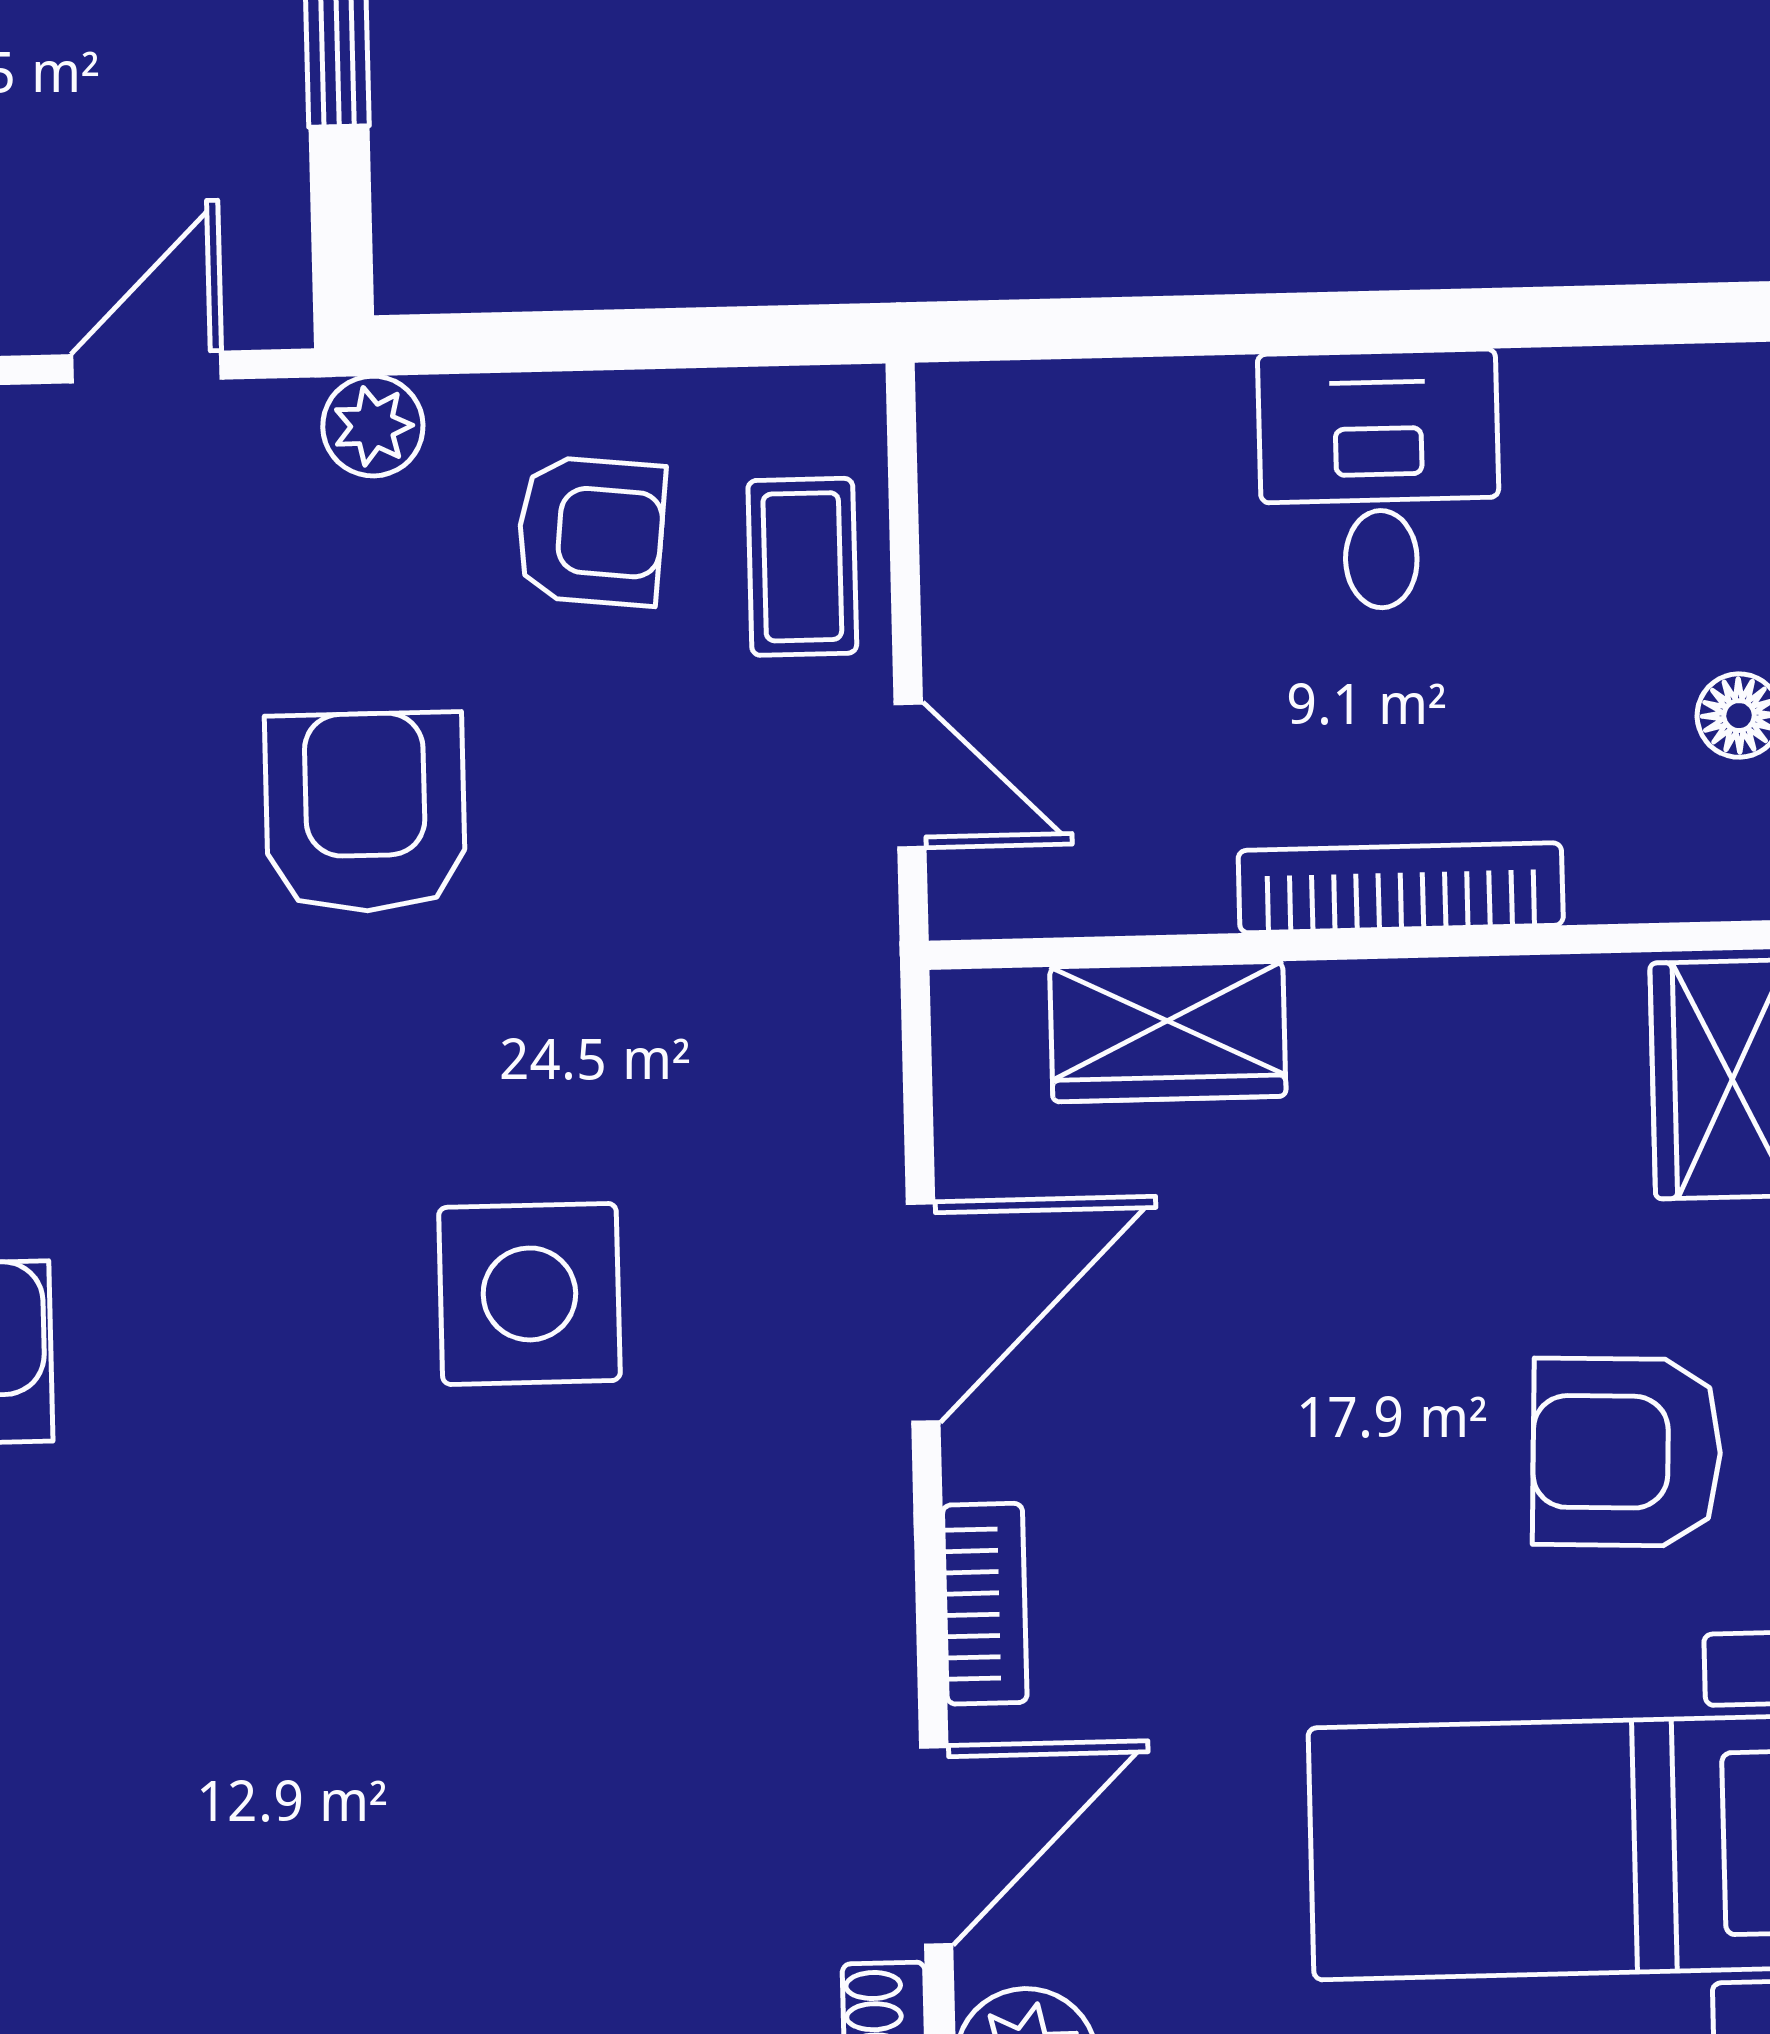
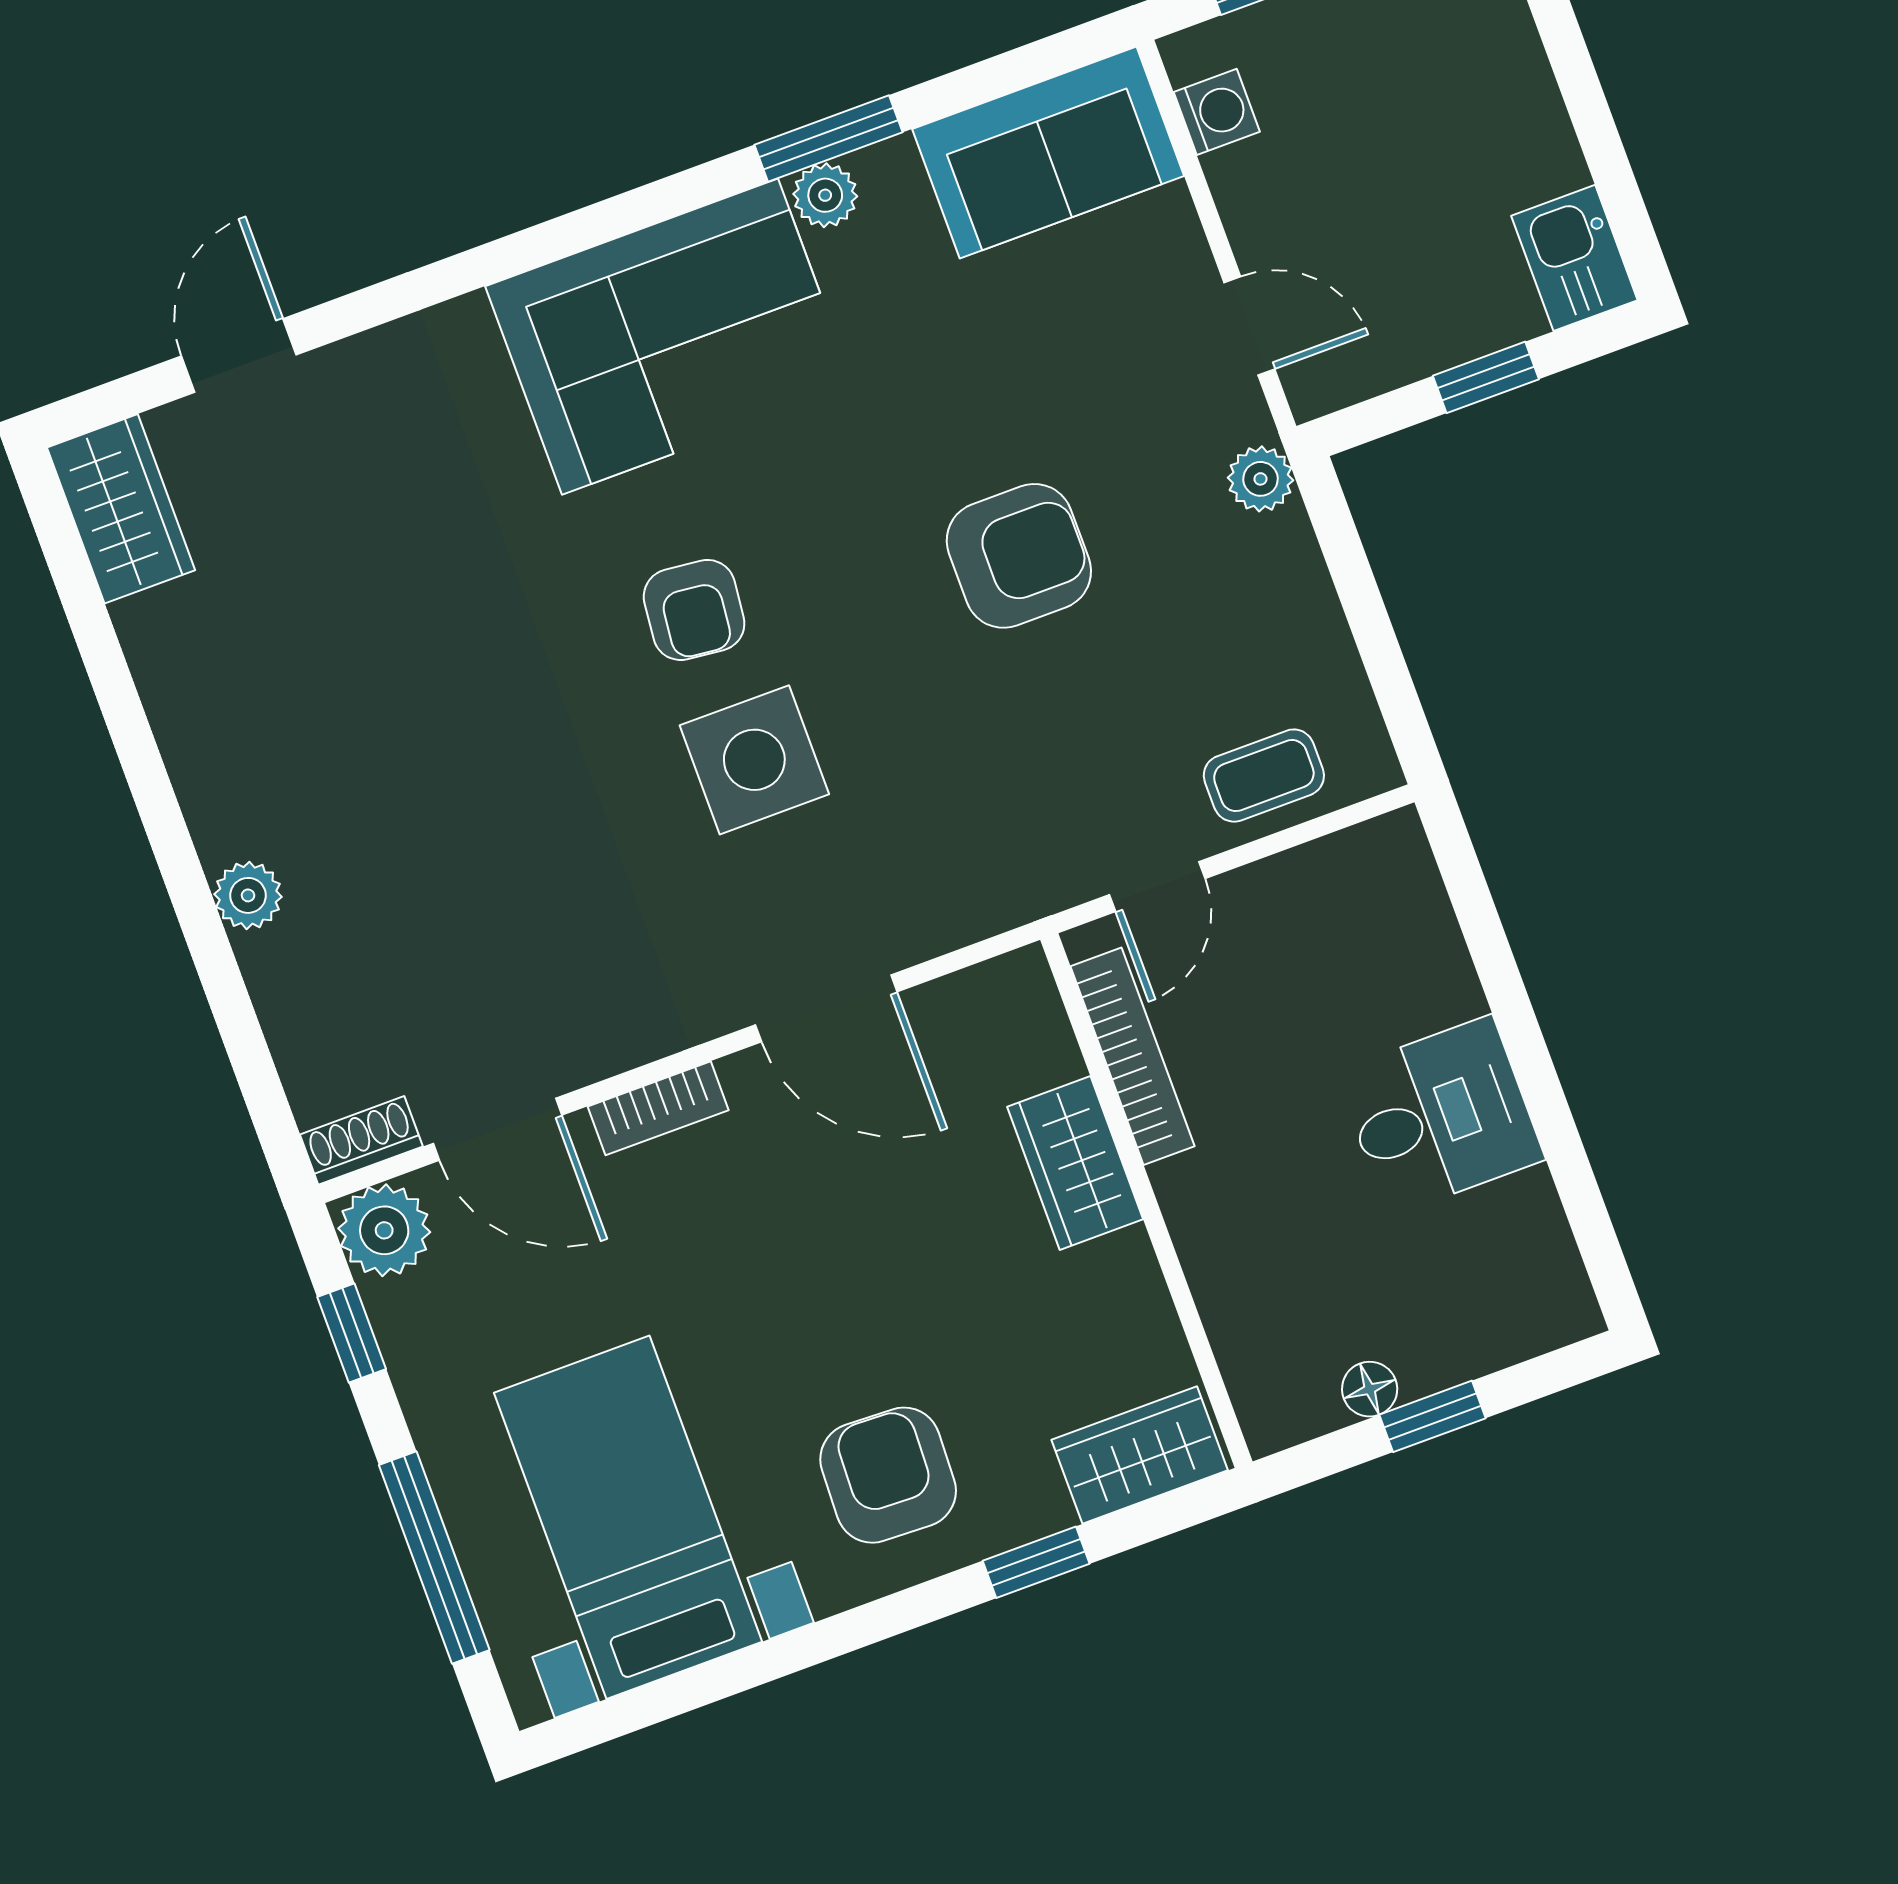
armchair: (591, 531) -> (694, 610), moved
bookcase: (1401, 888) -> (1132, 1056), moved
wardrobe: (1168, 1032) -> (1075, 1163), moved

